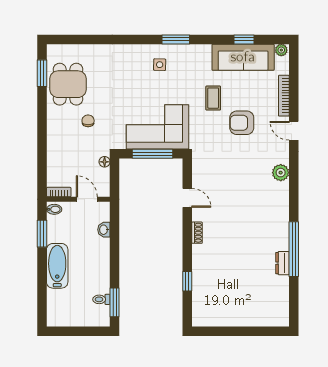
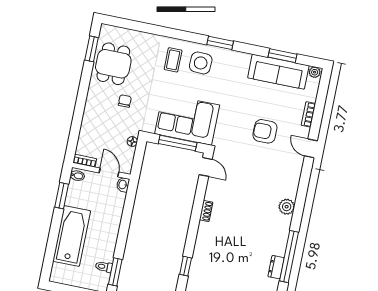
window: (244, 39) -> (283, 56), width x1.50
side table: (160, 65) -> (201, 63), width x1.87, depth x1.87
bookcase: (284, 96) -> (308, 114), width x0.64
coffee table: (213, 98) -> (173, 60), moved
plant: (281, 173) -> (287, 207), moved
door: (187, 198) -> (206, 167), moved
washbasin: (104, 230) -> (123, 185), moved
shoe rack: (197, 233) -> (206, 211), moved
bathtub: (57, 266) -> (72, 236), width x1.36, depth x1.36

